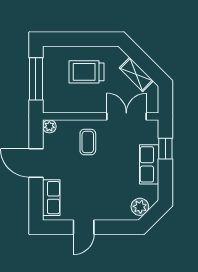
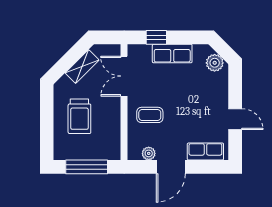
plant: (49, 126) -> (149, 153), moved

